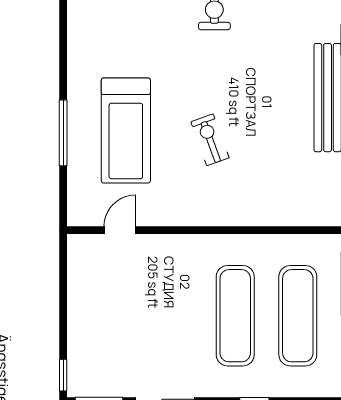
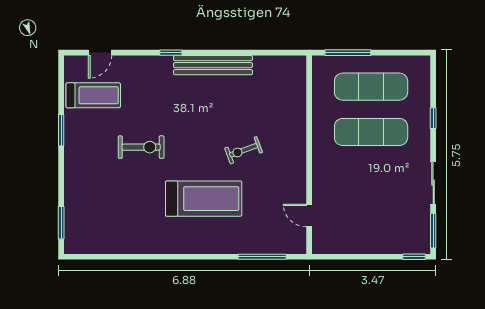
treadmill: (126, 130) -> (204, 199), moved
window: (63, 133) -> (262, 257), moved

